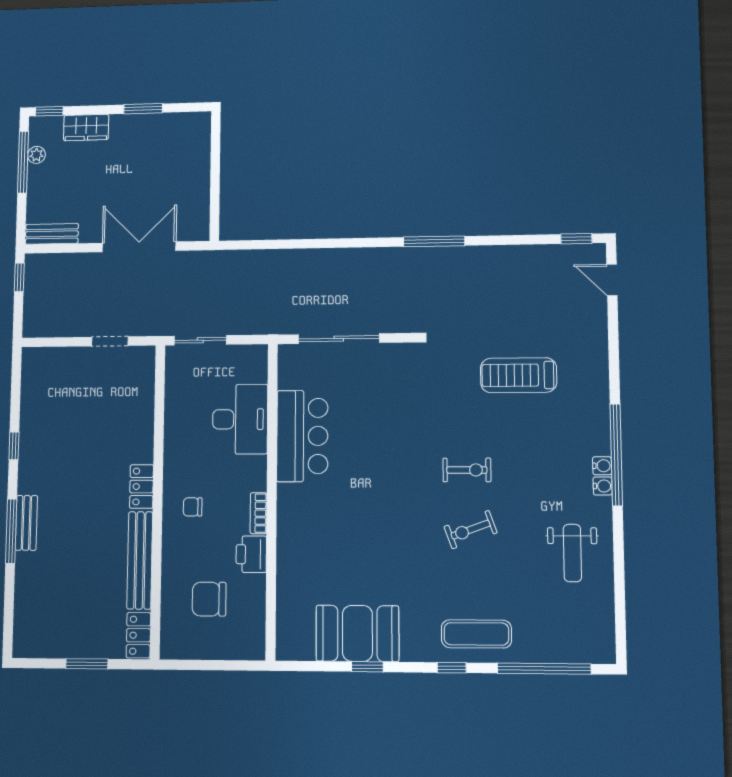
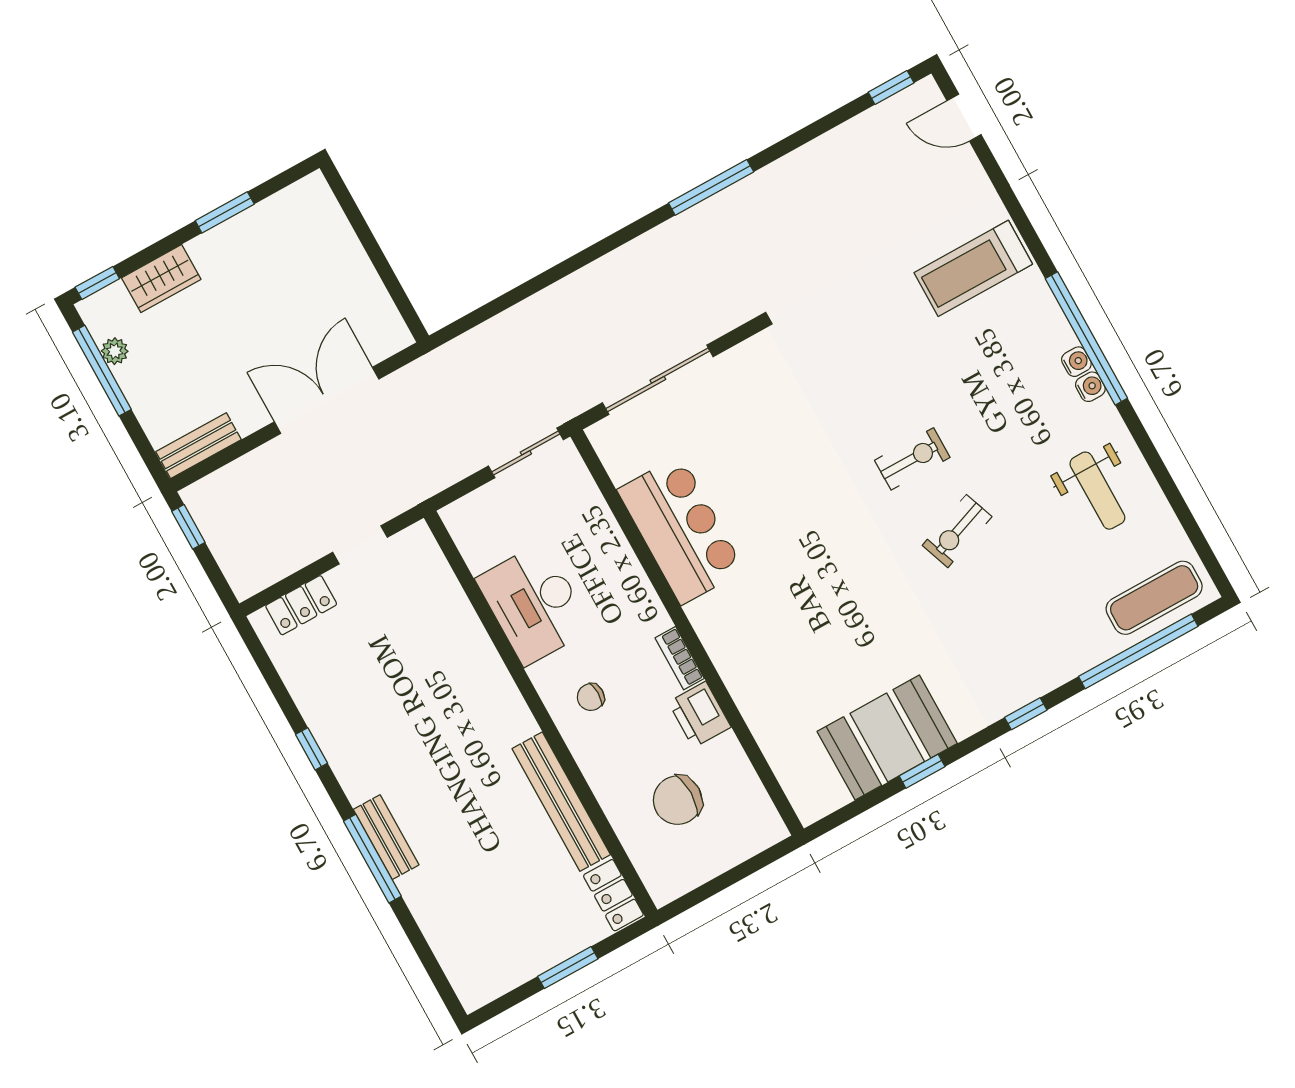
sliding door: (200, 340) -> (526, 453), moved
treadmill: (519, 375) -> (973, 268), moved
desk: (240, 419) -> (534, 604), moved, turned 180
locker: (142, 487) -> (301, 605), moved, turned -90
exercise mat: (476, 634) -> (1154, 598), moved

